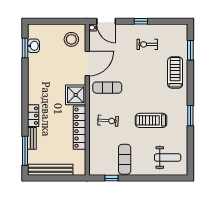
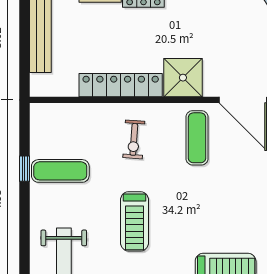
treadmill: (151, 120) -> (134, 221), turned 180
window: (111, 178) -> (25, 169), moved

